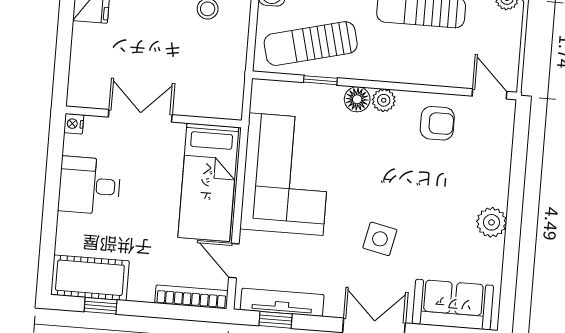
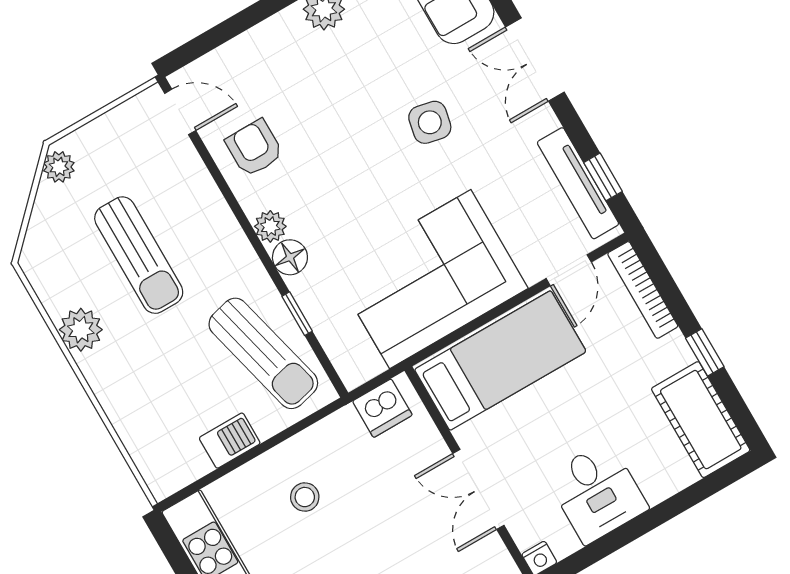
dishwasher: (229, 92) -> (382, 408), added
door: (490, 94) -> (180, 112), swing flipped
window: (101, 306) -> (705, 352), moved

